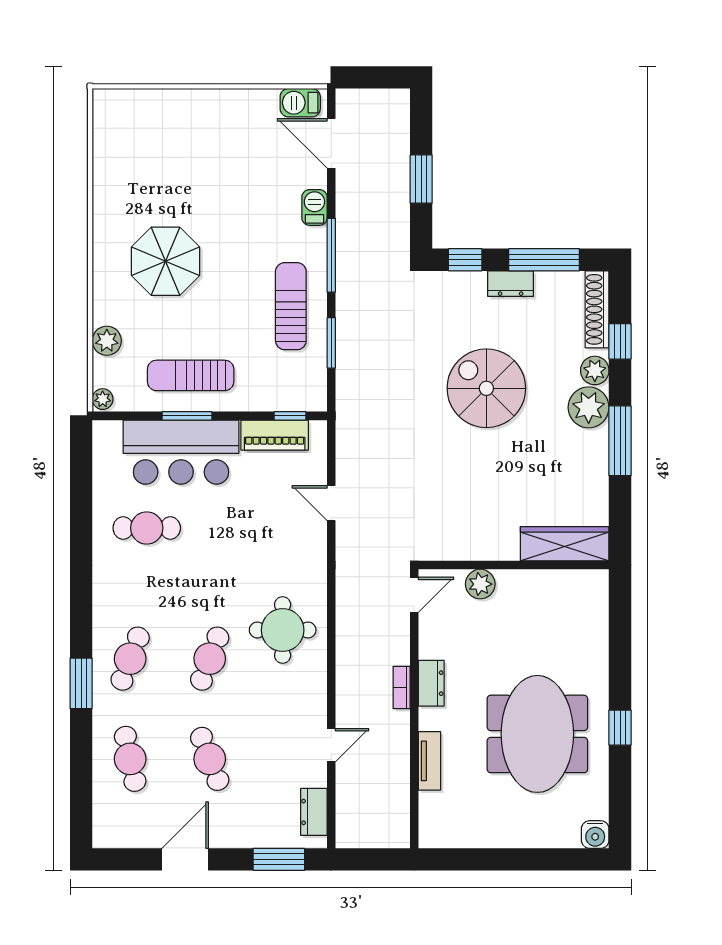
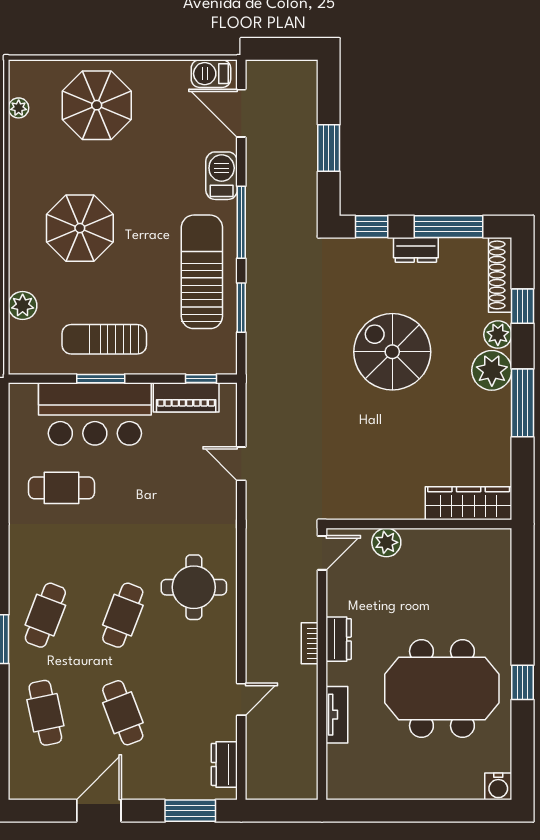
parasol: (183, 135) -> (97, 105), added
barbecue: (314, 207) -> (222, 176), width x1.38, depth x1.27
sun lounger: (291, 306) -> (202, 272), width x1.36, depth x1.34
plant: (103, 399) -> (19, 108), moved
meeting table: (537, 734) -> (442, 688), turned 90

